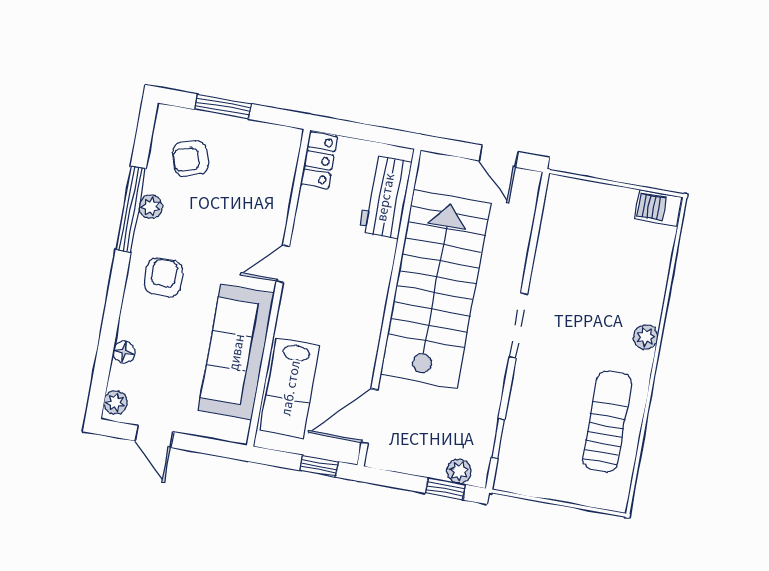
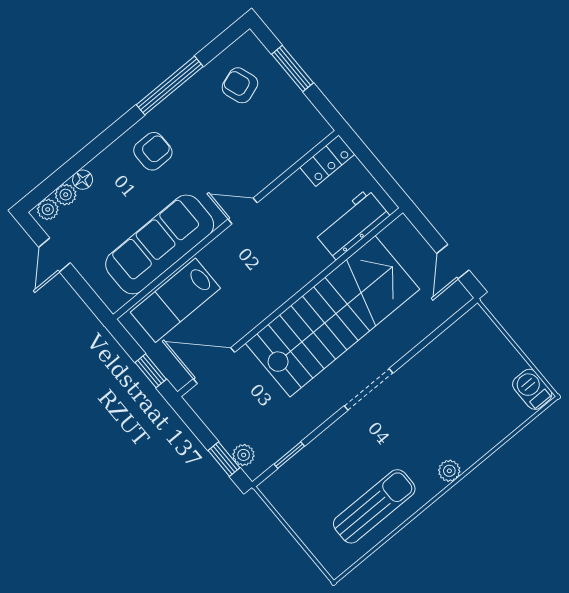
plant: (151, 207) -> (66, 195), moved

